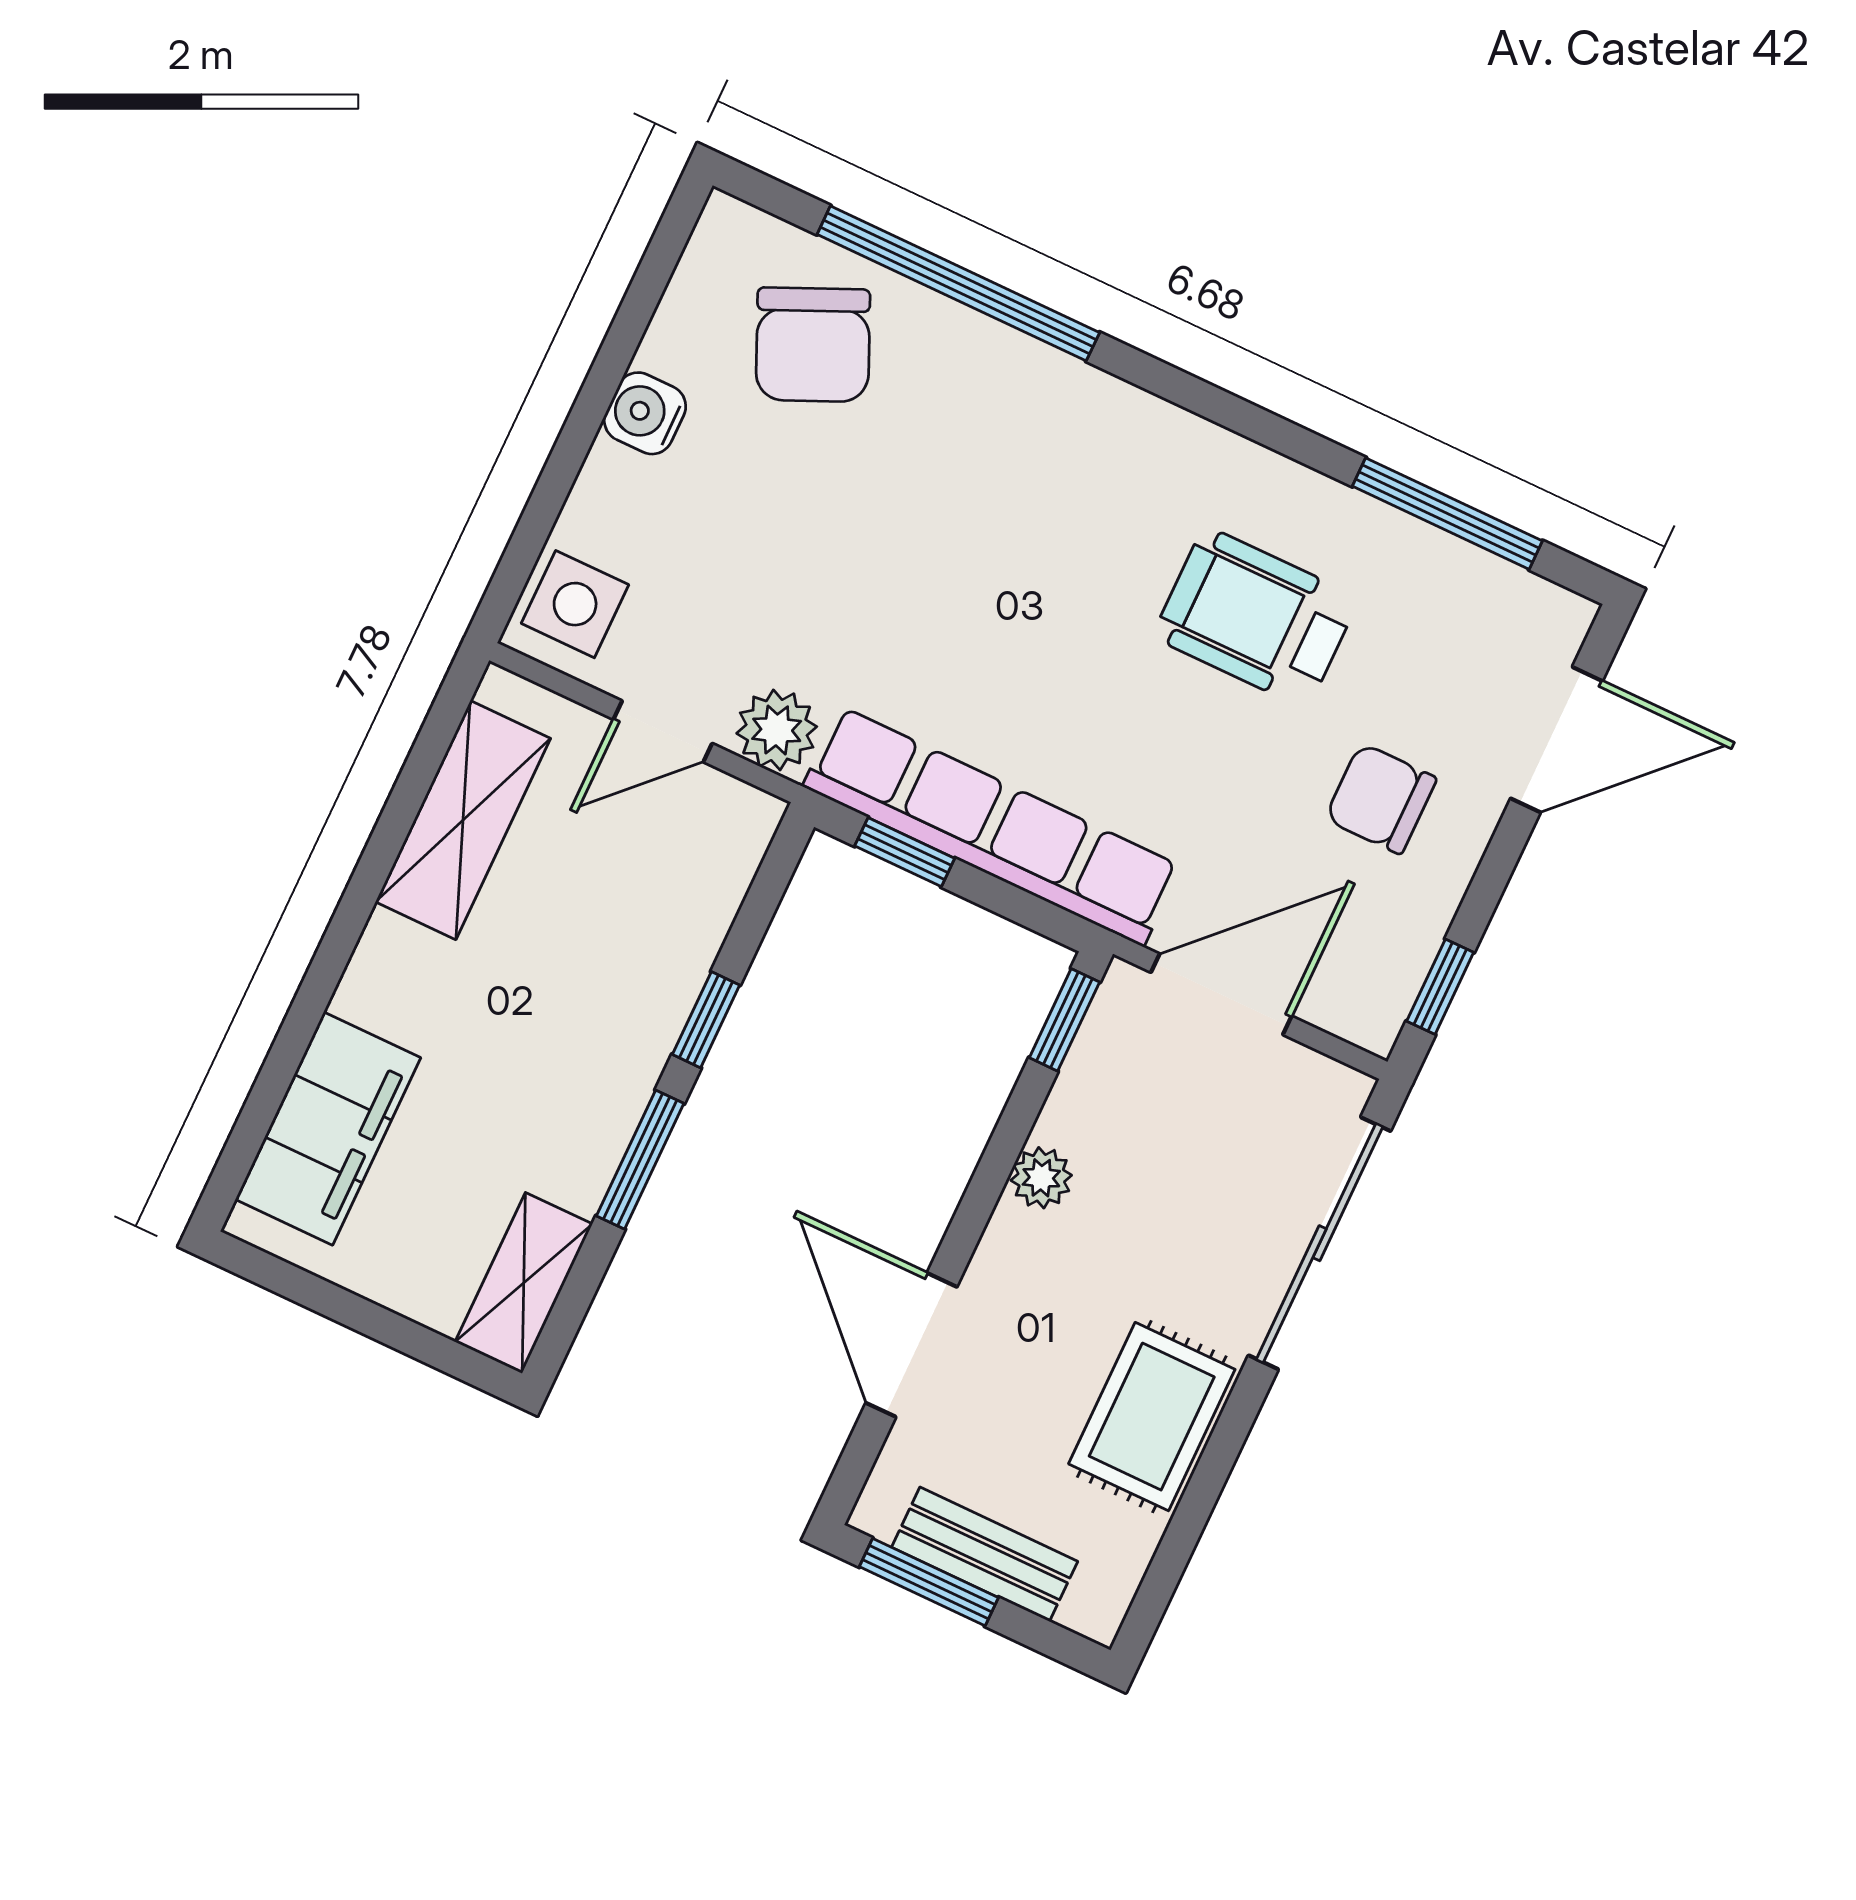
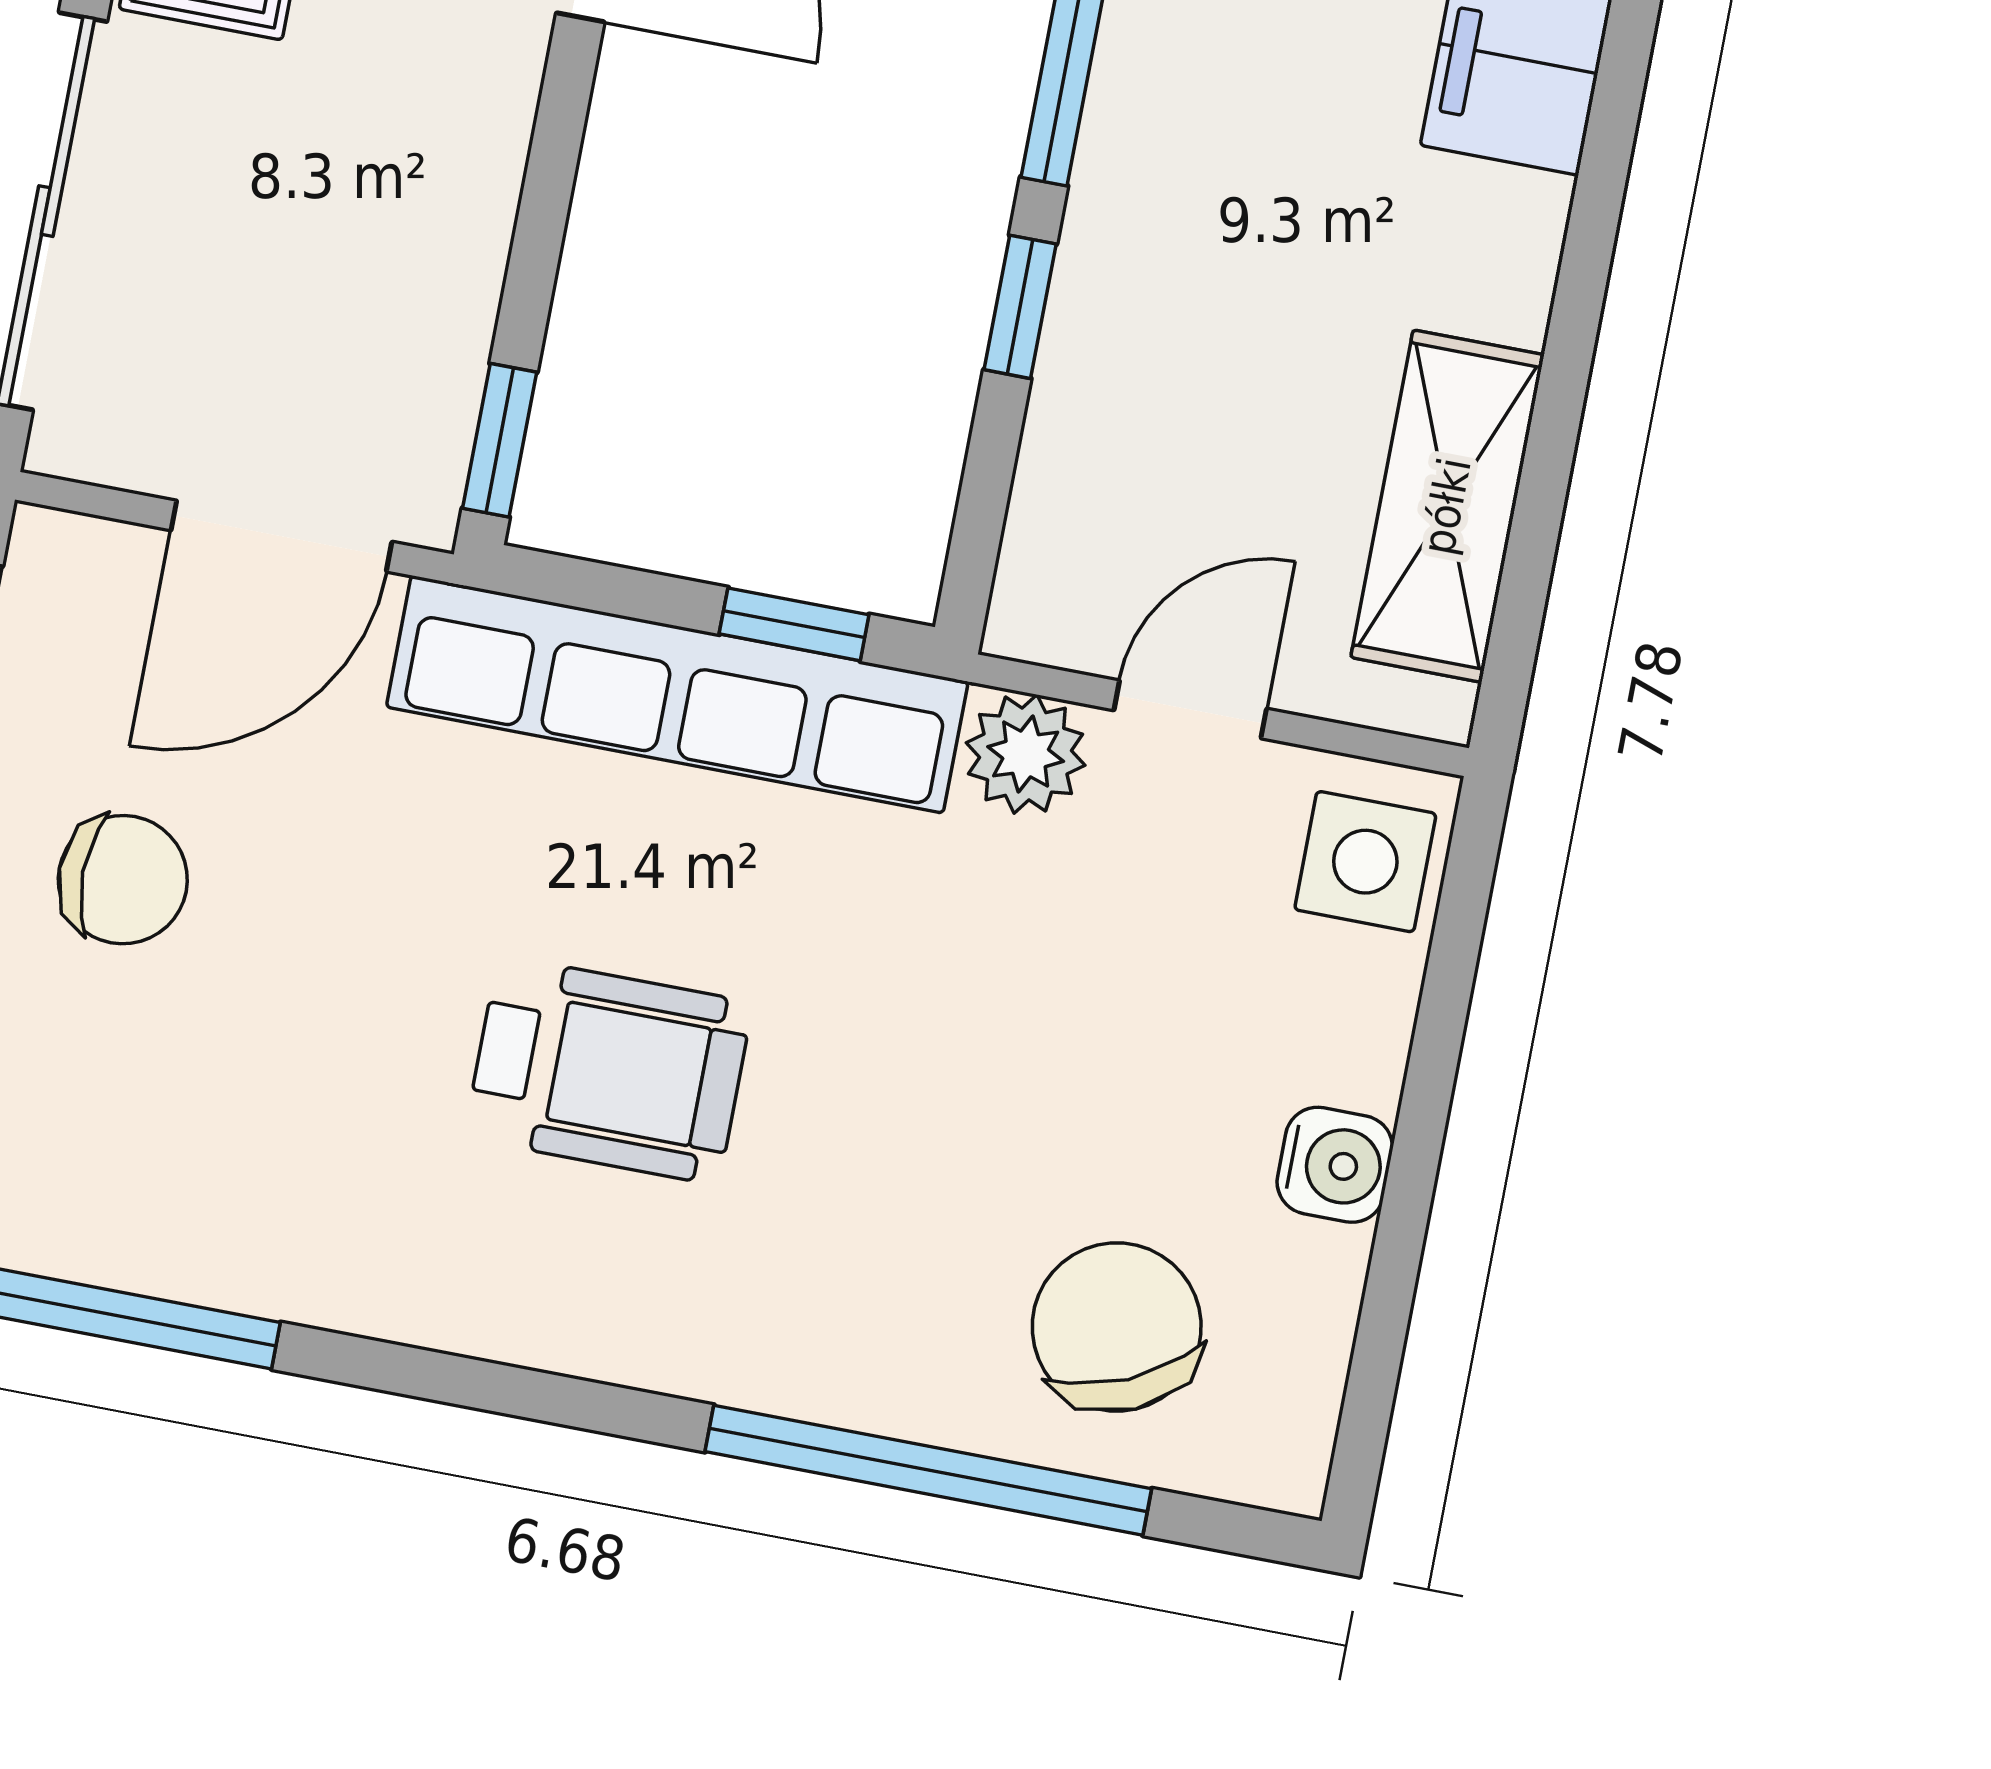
wheelchair: (1256, 617) -> (608, 1070), moved
plant: (1041, 1178) -> (474, 202), removed

